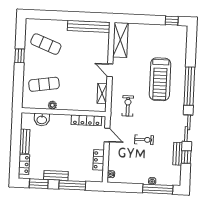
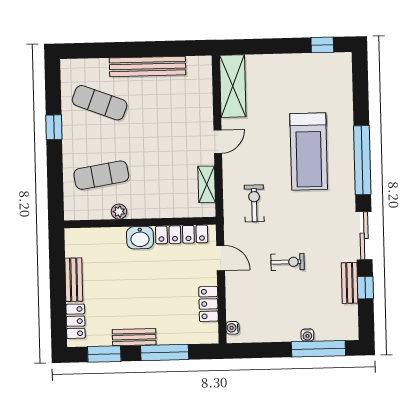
bench: (89, 26) -> (148, 66), moved
door: (110, 70) -> (218, 142), swing flipped
washbasin: (42, 120) -> (140, 238), moved

